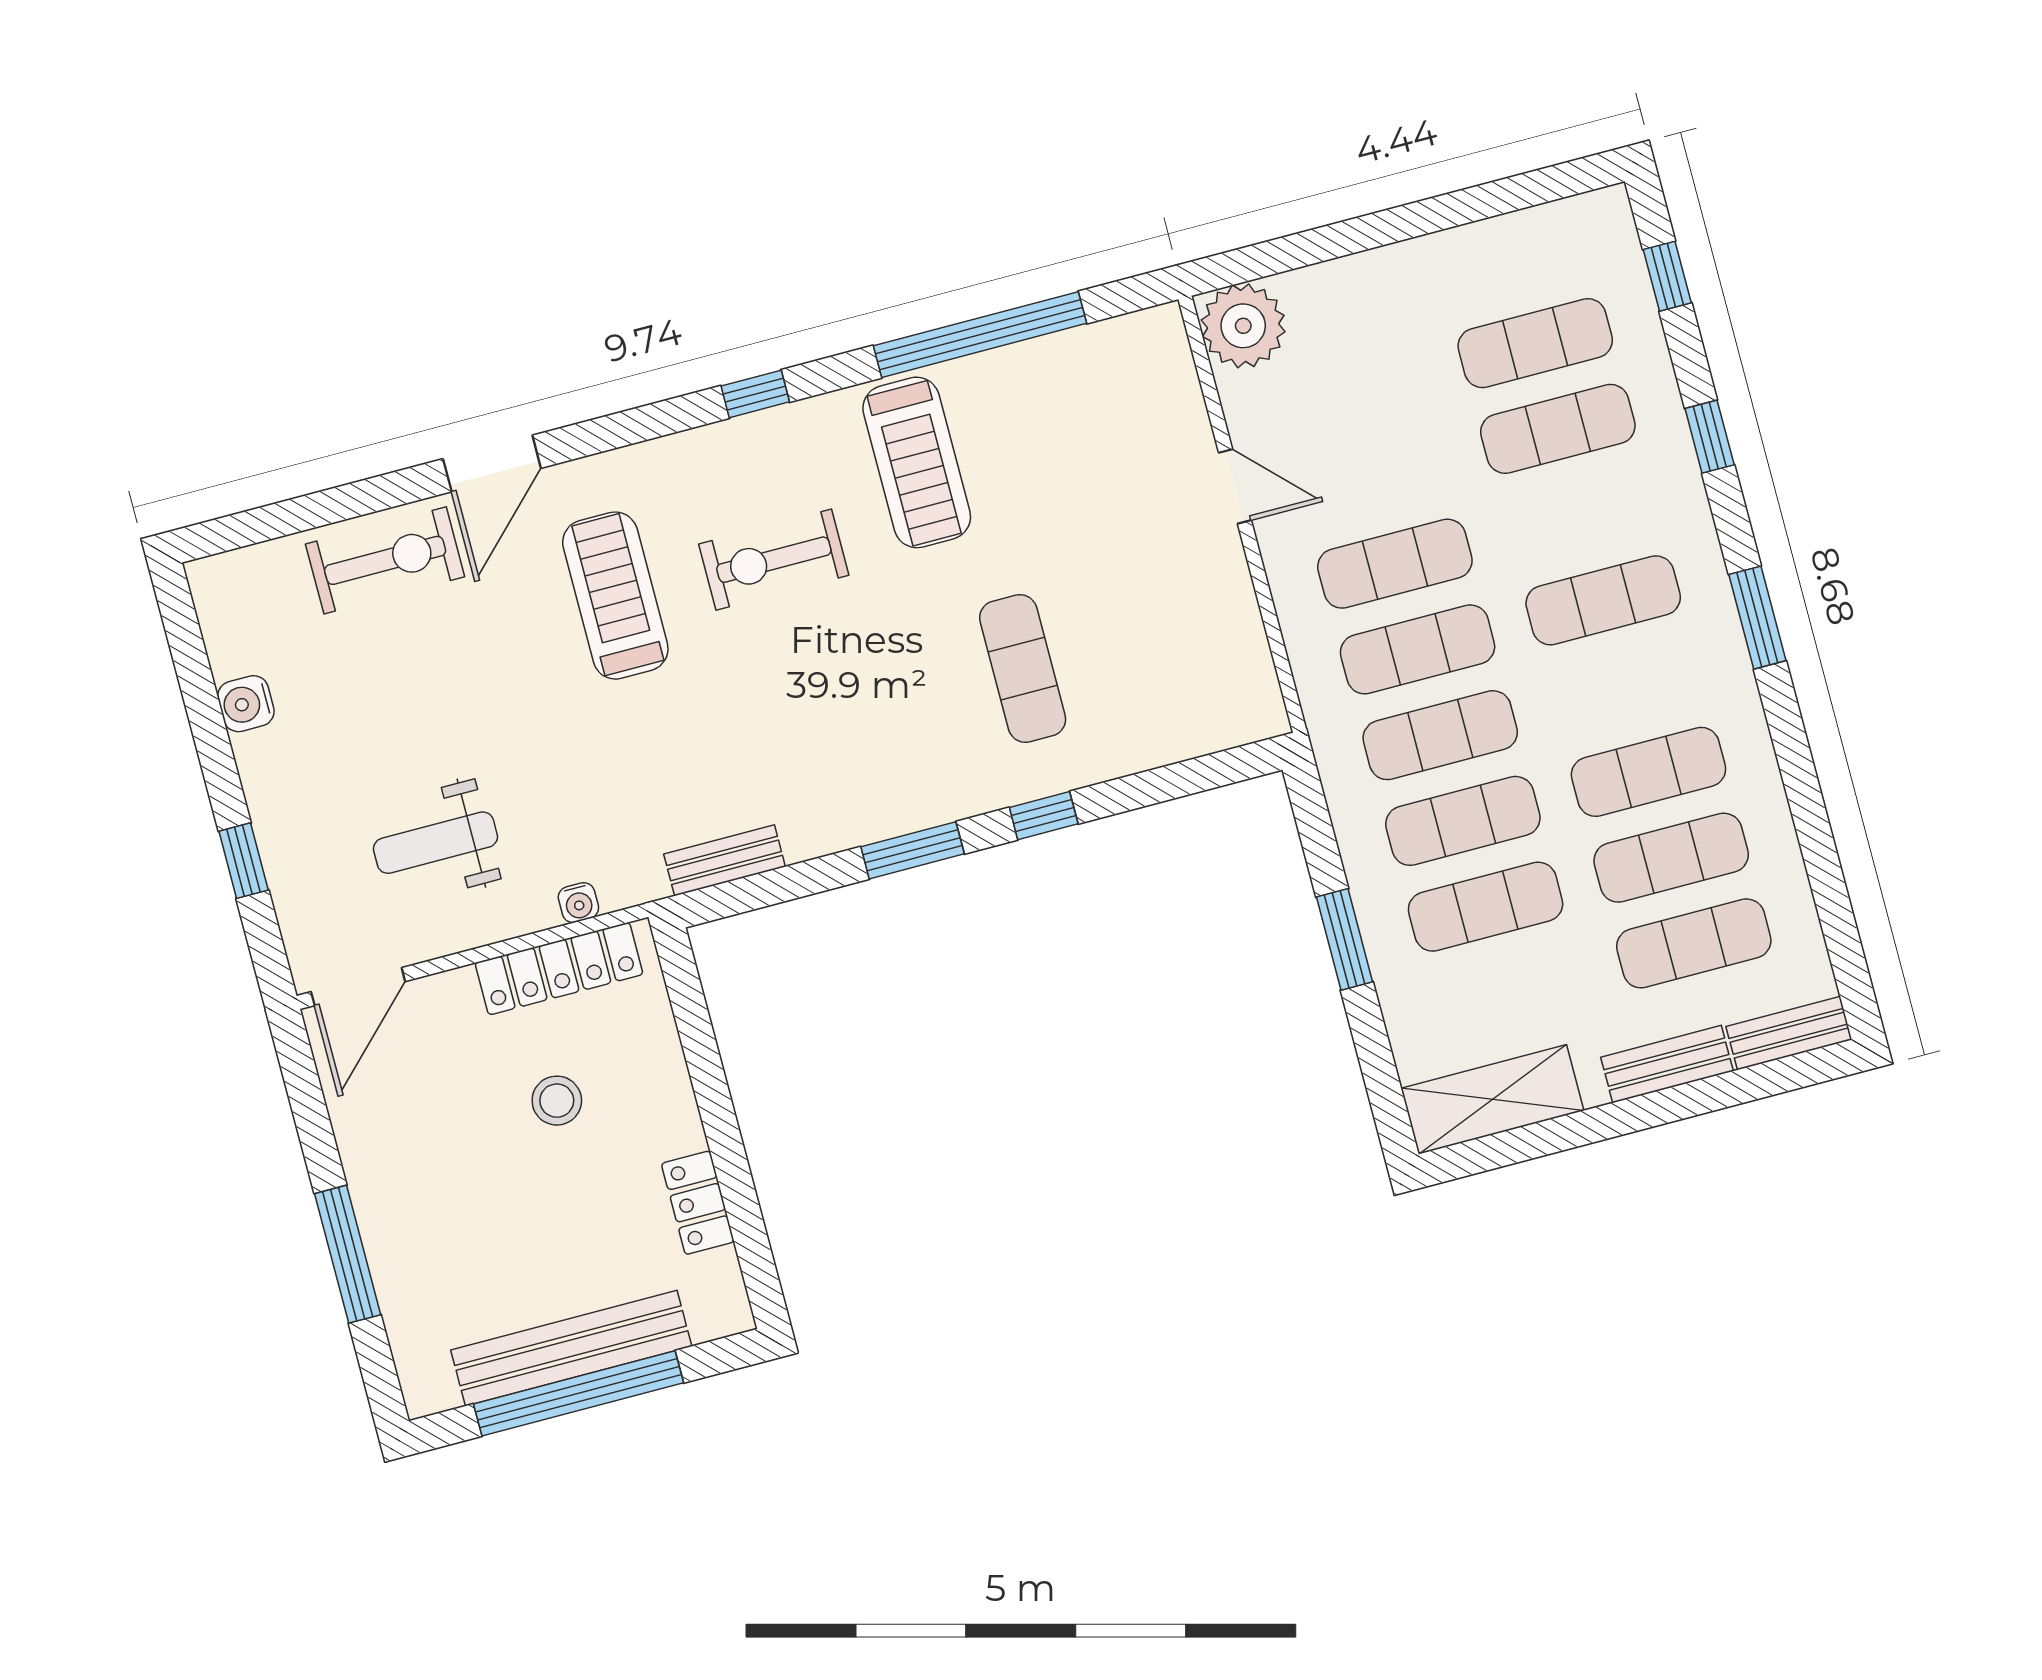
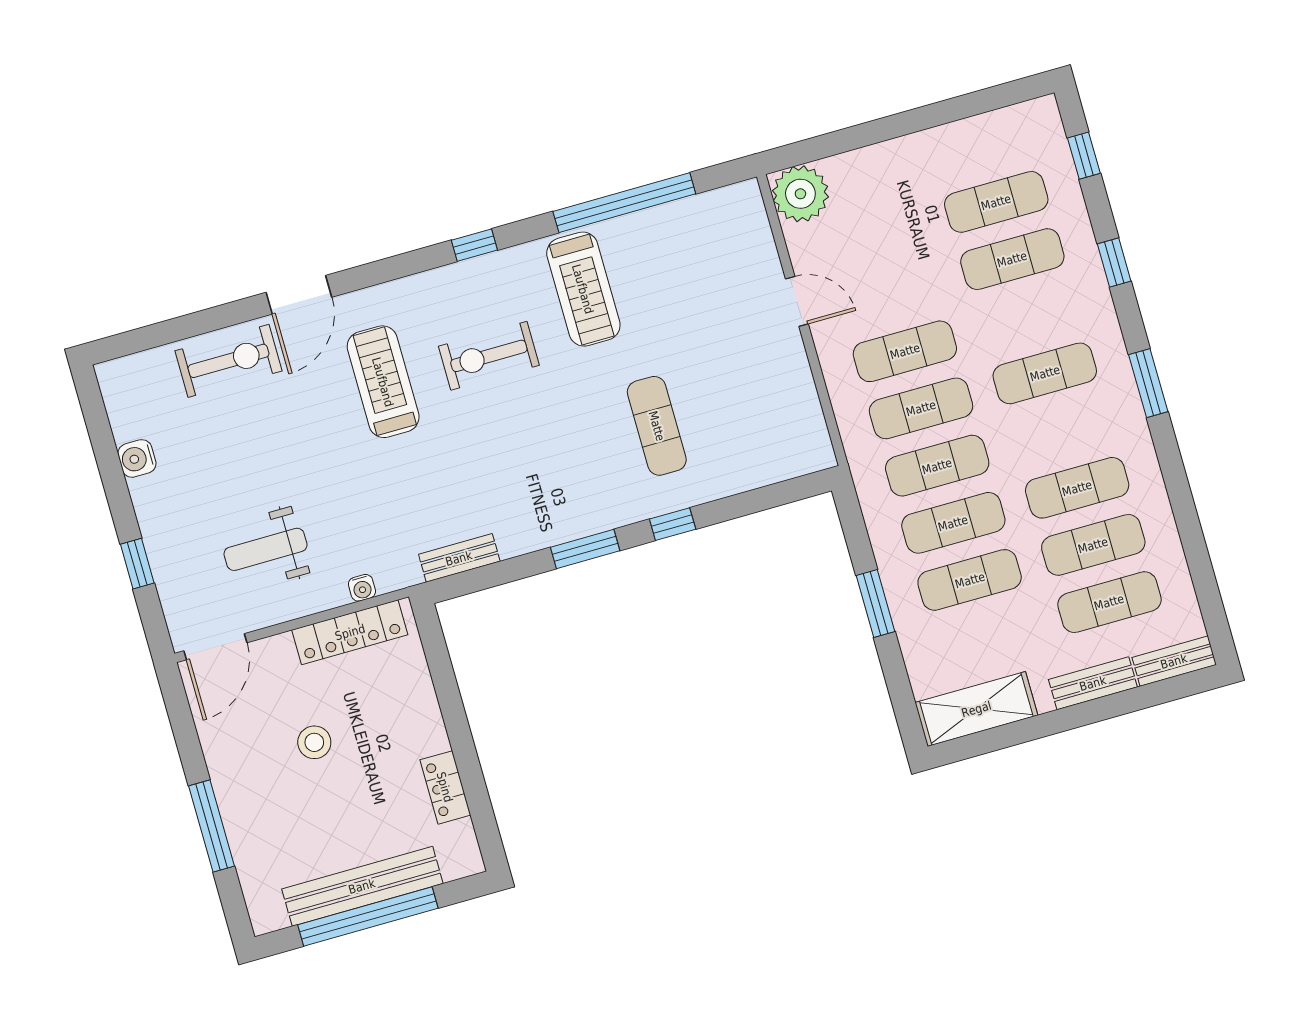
stool: (557, 1101) -> (314, 742), moved

